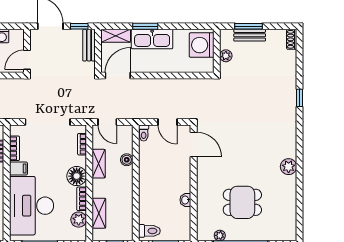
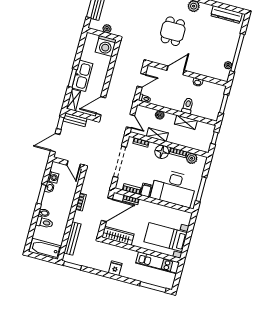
washing machine: (202, 45) -> (106, 46), moved
door: (118, 76) -> (101, 106), hinge flipped
door: (107, 122) -> (131, 121), hinge flipped
door: (194, 145) -> (176, 70), moved
dining table: (242, 202) -> (173, 31), moved
shelving: (99, 213) -> (186, 122), moved
dresser: (289, 215) -> (226, 15), added
toilet: (149, 231) -> (188, 106), moved

